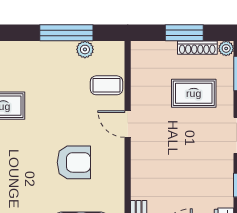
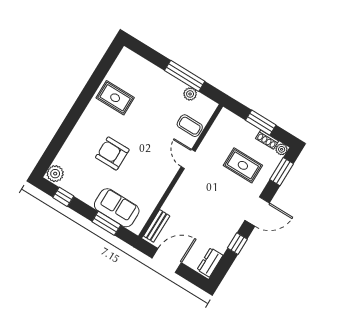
shoe rack: (197, 48) -> (267, 140), width x0.70
armchair: (74, 162) -> (112, 153), moved, turned 180

